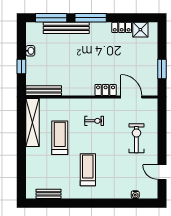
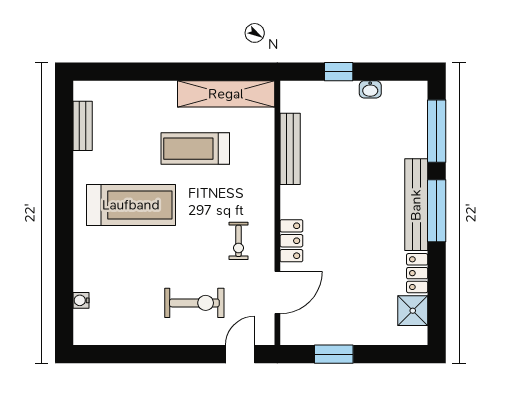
bench: (66, 28) -> (416, 205), moved
bench: (44, 91) -> (290, 149), moved
exercise bike: (94, 121) -> (239, 241), moved
treadmill: (60, 138) -> (195, 149), turned 180
treadmill: (88, 170) -> (131, 205), width x1.37, depth x1.38
door: (162, 172) -> (240, 354), moved

